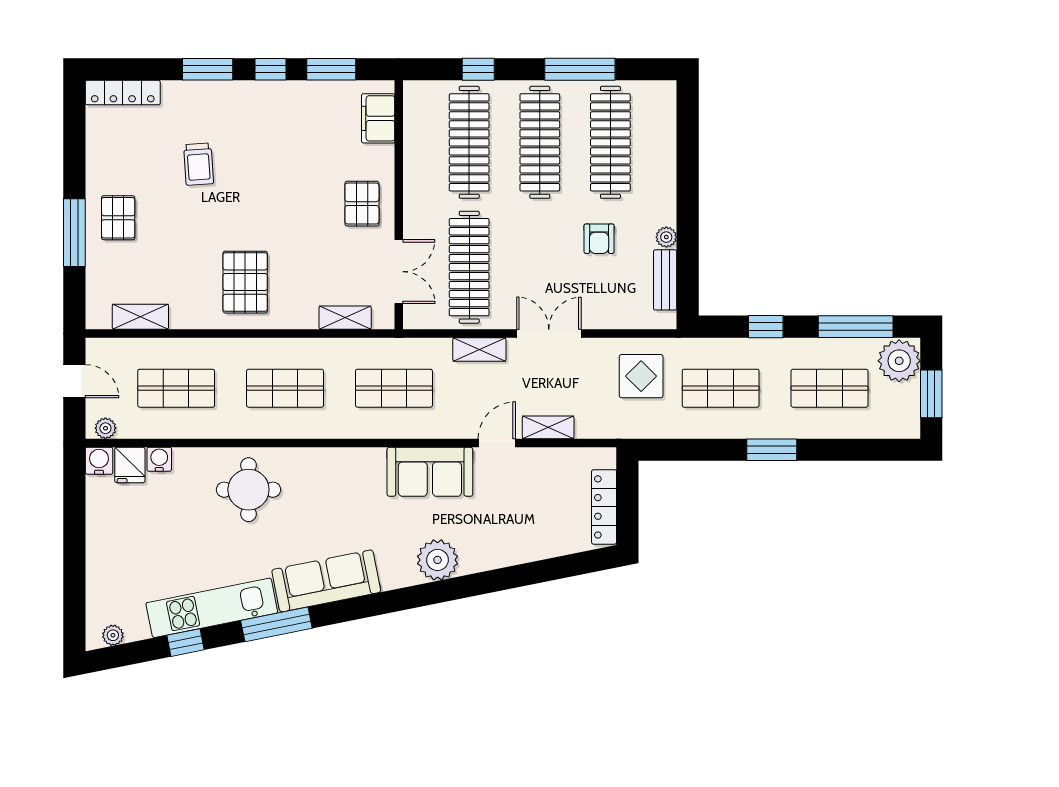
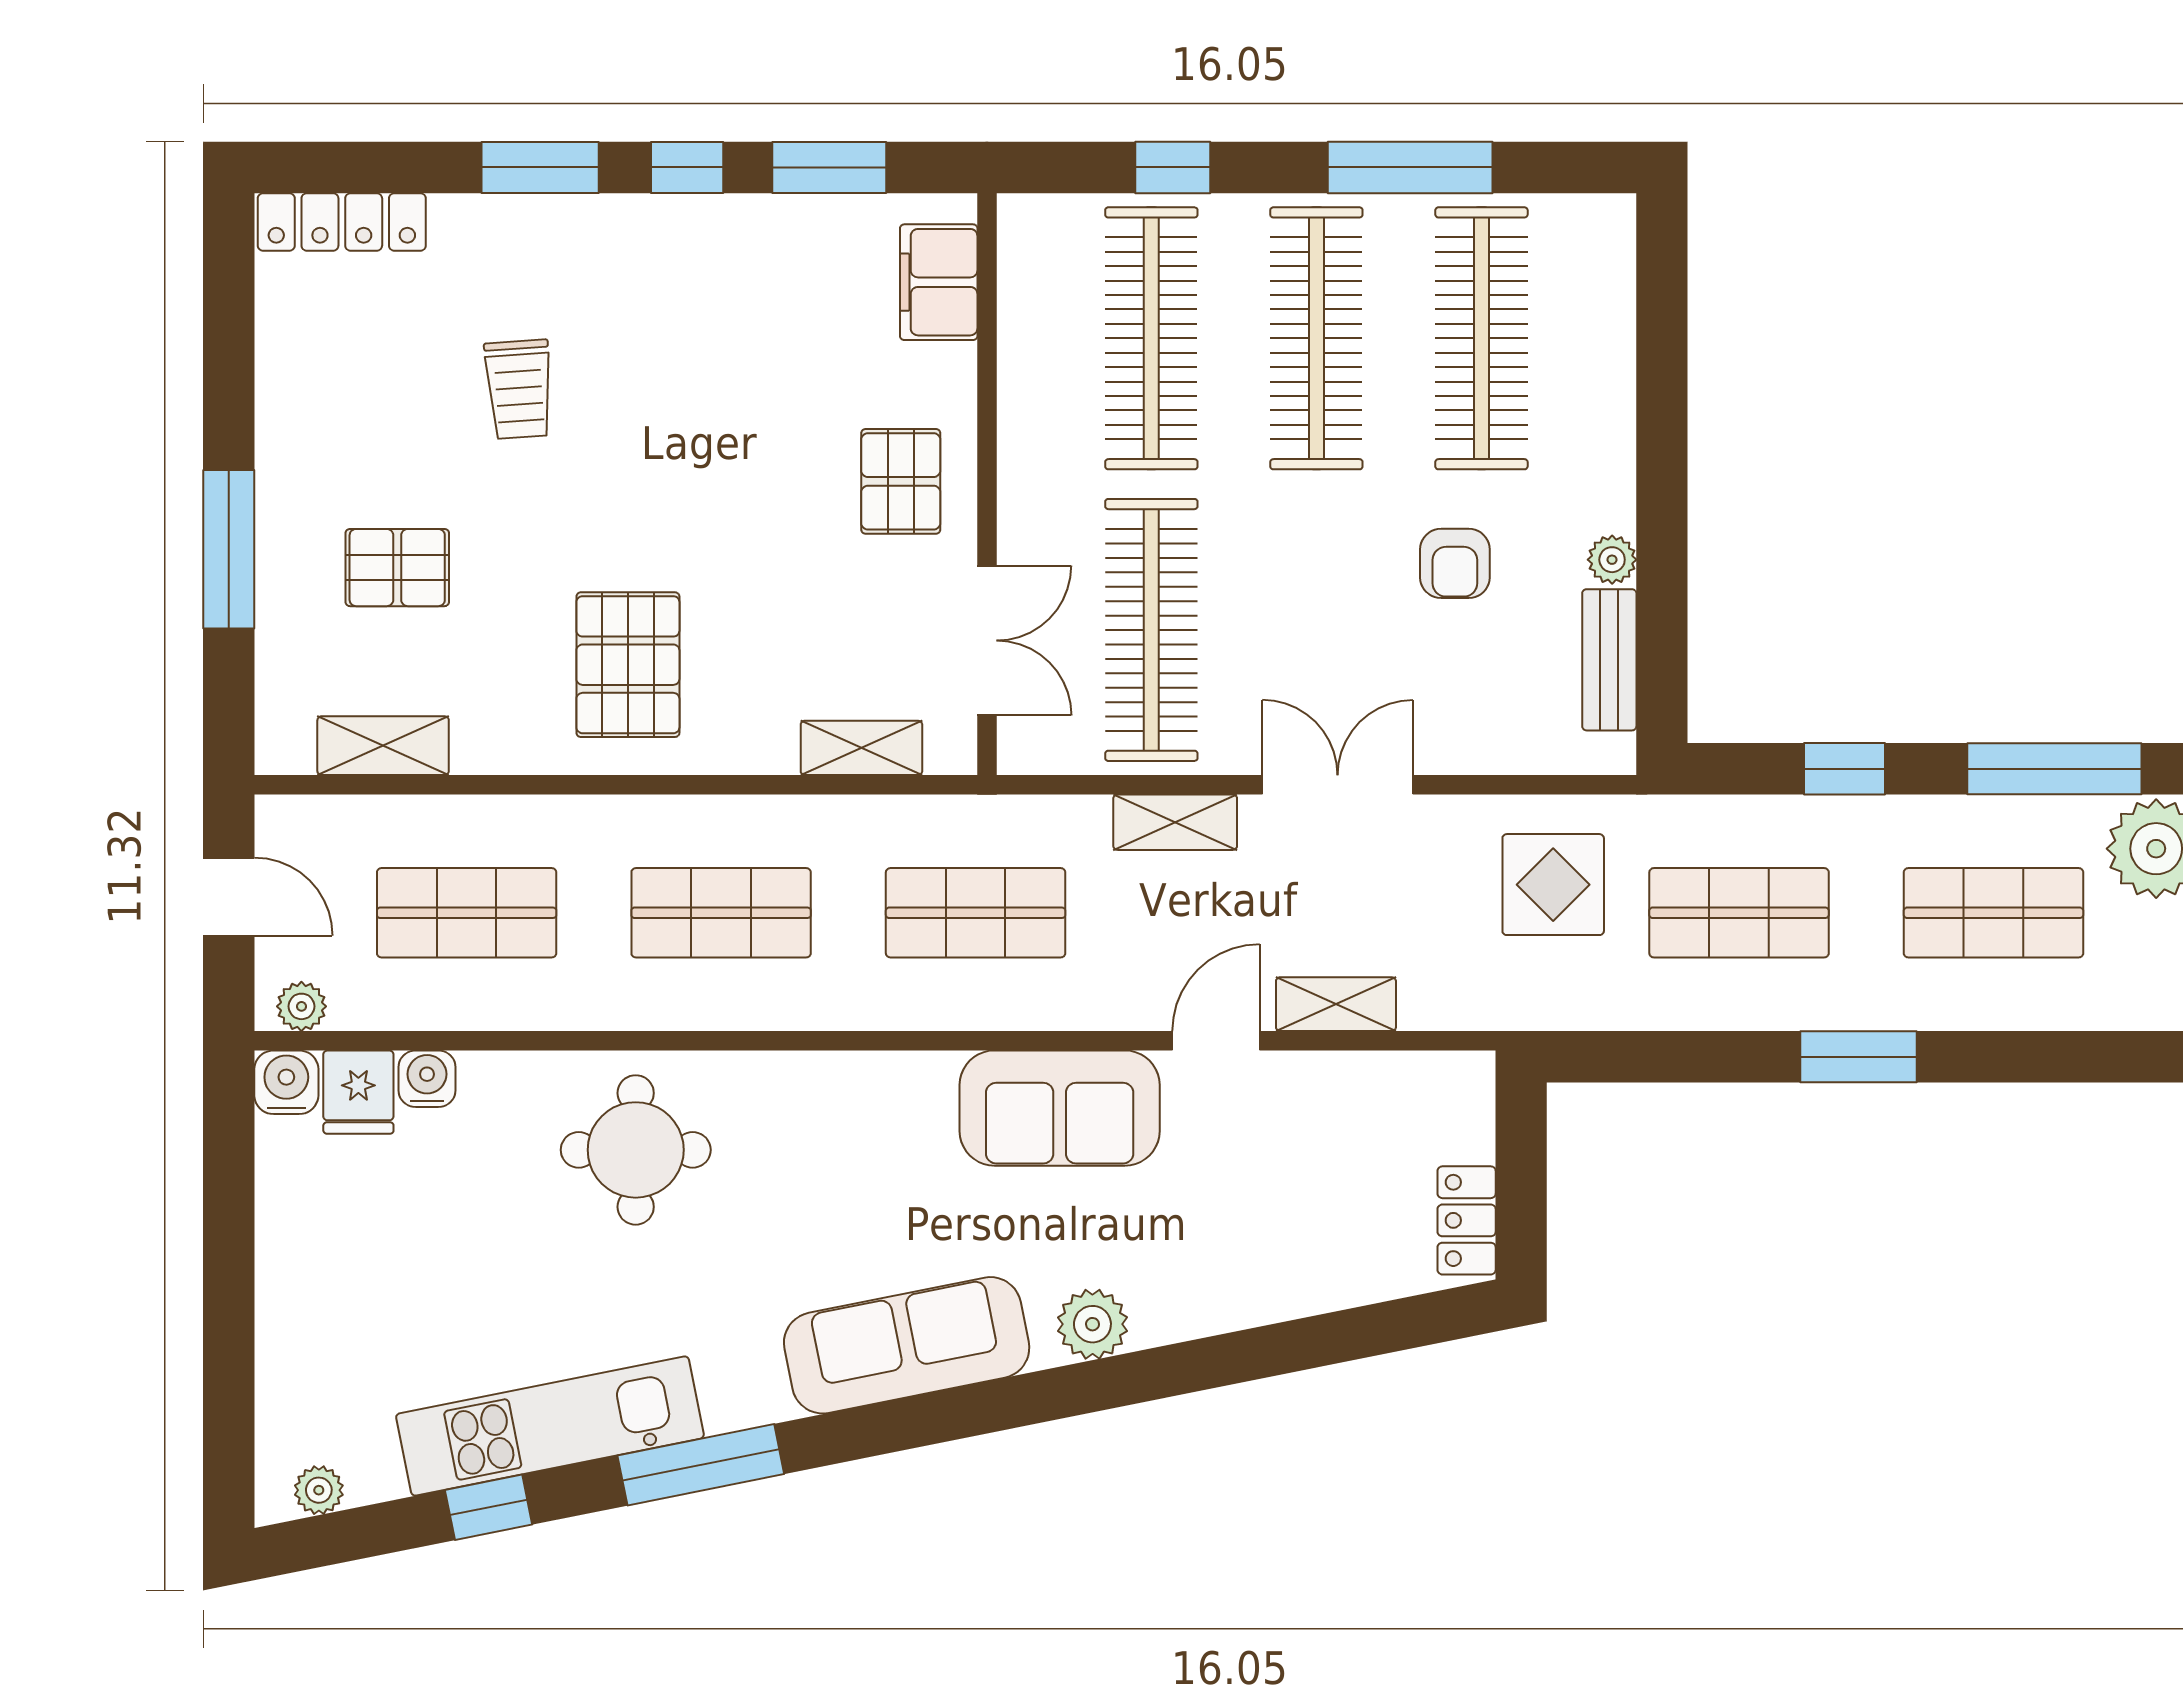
pallet: (118, 218) -> (397, 568), moved, turned 90
locker: (604, 507) -> (1467, 1220), width x0.66
plant: (438, 560) -> (1092, 1324), width x0.73, depth x0.73
sofa: (326, 581) -> (907, 1345), moved

